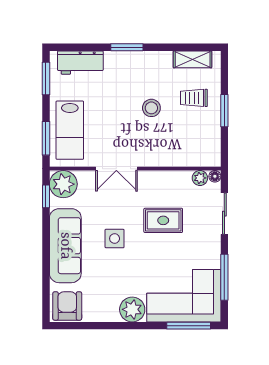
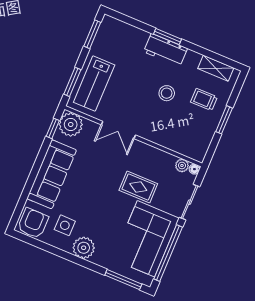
workbench: (80, 63) -> (166, 50), moved
side table: (115, 239) -> (65, 225), moved
window: (224, 277) -> (168, 253), width x1.46
corner sofa: (184, 296) -> (146, 239), moved, turned -90

